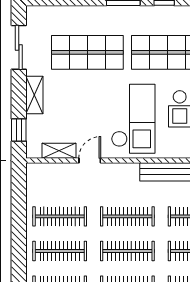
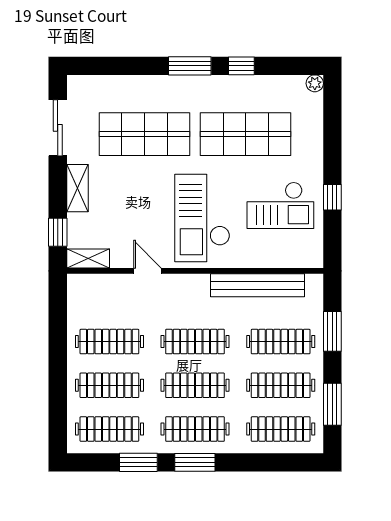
checkout: (133, 119) -> (202, 218), turned 180
shelving: (59, 151) -> (88, 259), moved
door: (90, 160) -> (147, 271), hinge flipped

